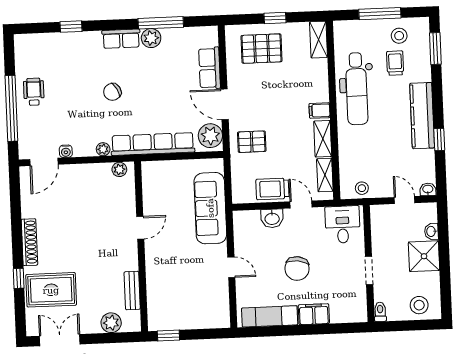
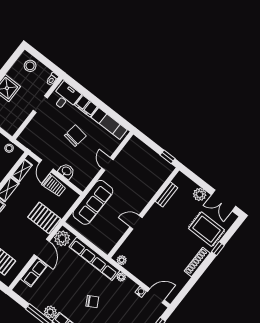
pallet: (252, 142) -> (44, 218), width x1.50, depth x1.42
desk: (343, 225) -> (66, 97), moved, turned 180
plant: (111, 323) -> (200, 194), moved

